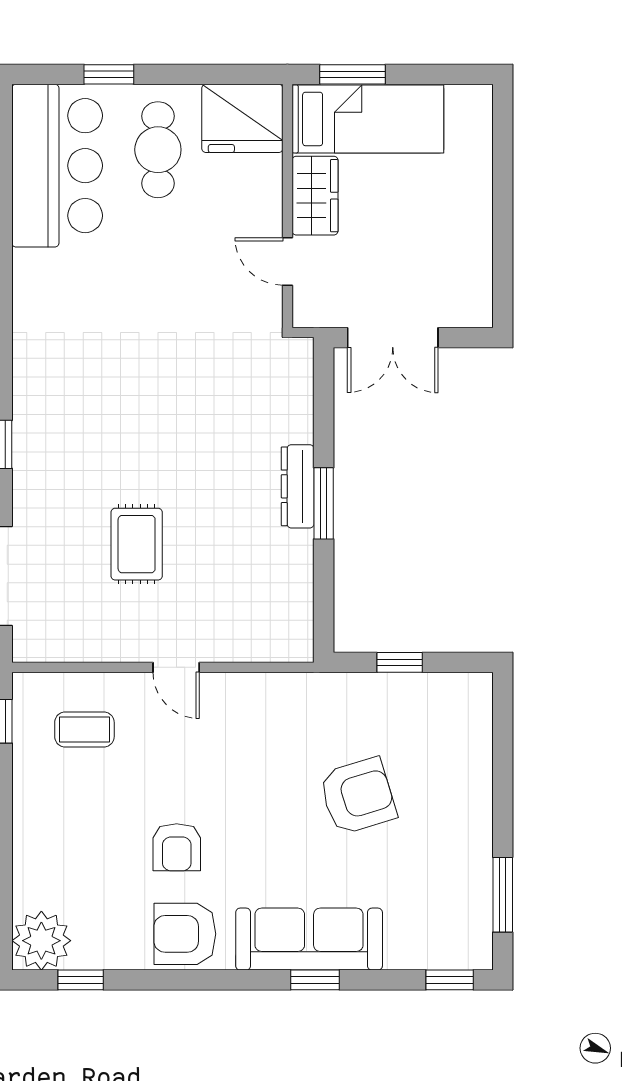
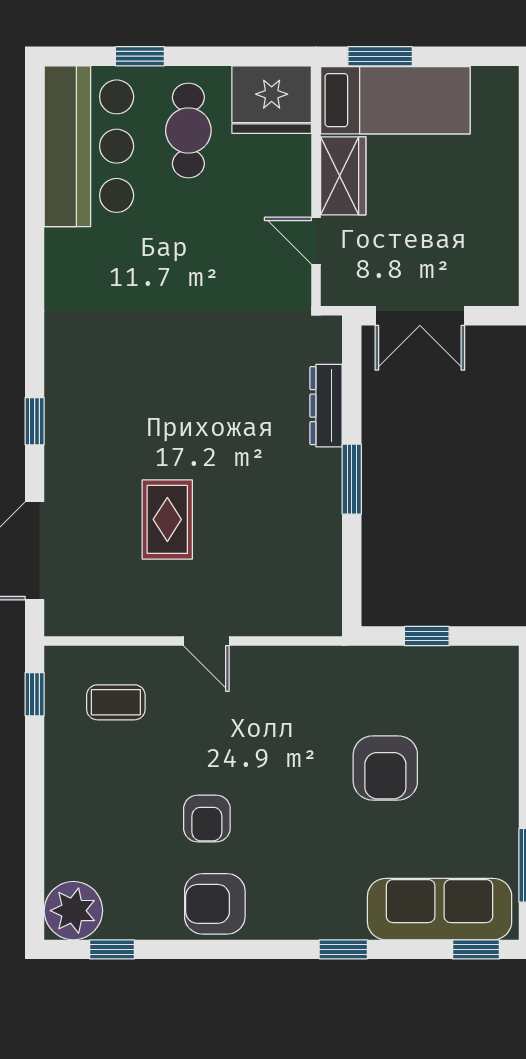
dresser: (298, 486) -> (326, 406), moved
armchair: (358, 796) -> (385, 768), turned 107
sofa: (309, 939) -> (440, 909), moved

